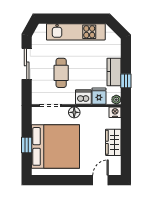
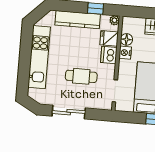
kitchen counter: (114, 72) -> (78, 20), width x1.50
floor lamp: (74, 112) -> (126, 39), moved
nightstand: (115, 112) -> (125, 53), moved

